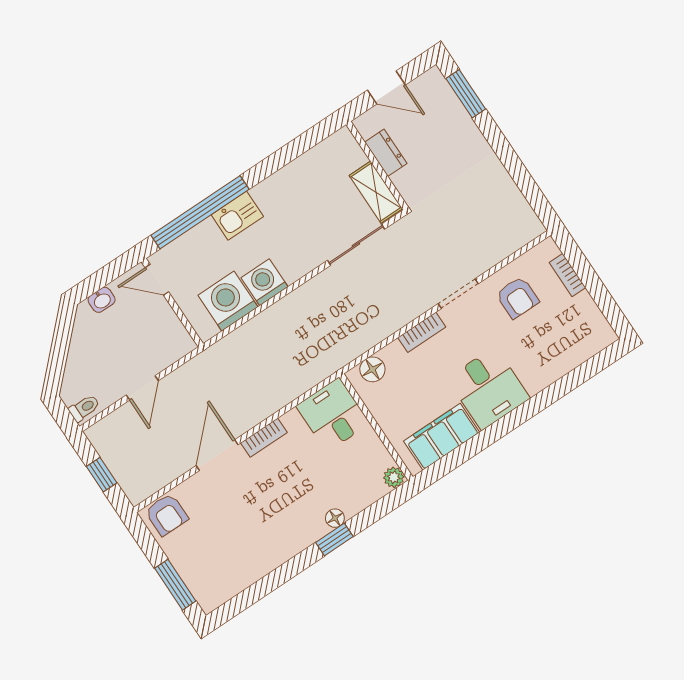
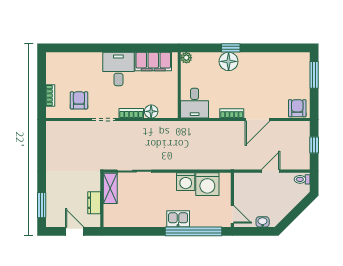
floor lamp: (372, 369) -> (151, 111), moved
floor lamp: (335, 518) -> (229, 61), width x1.89, depth x1.89

